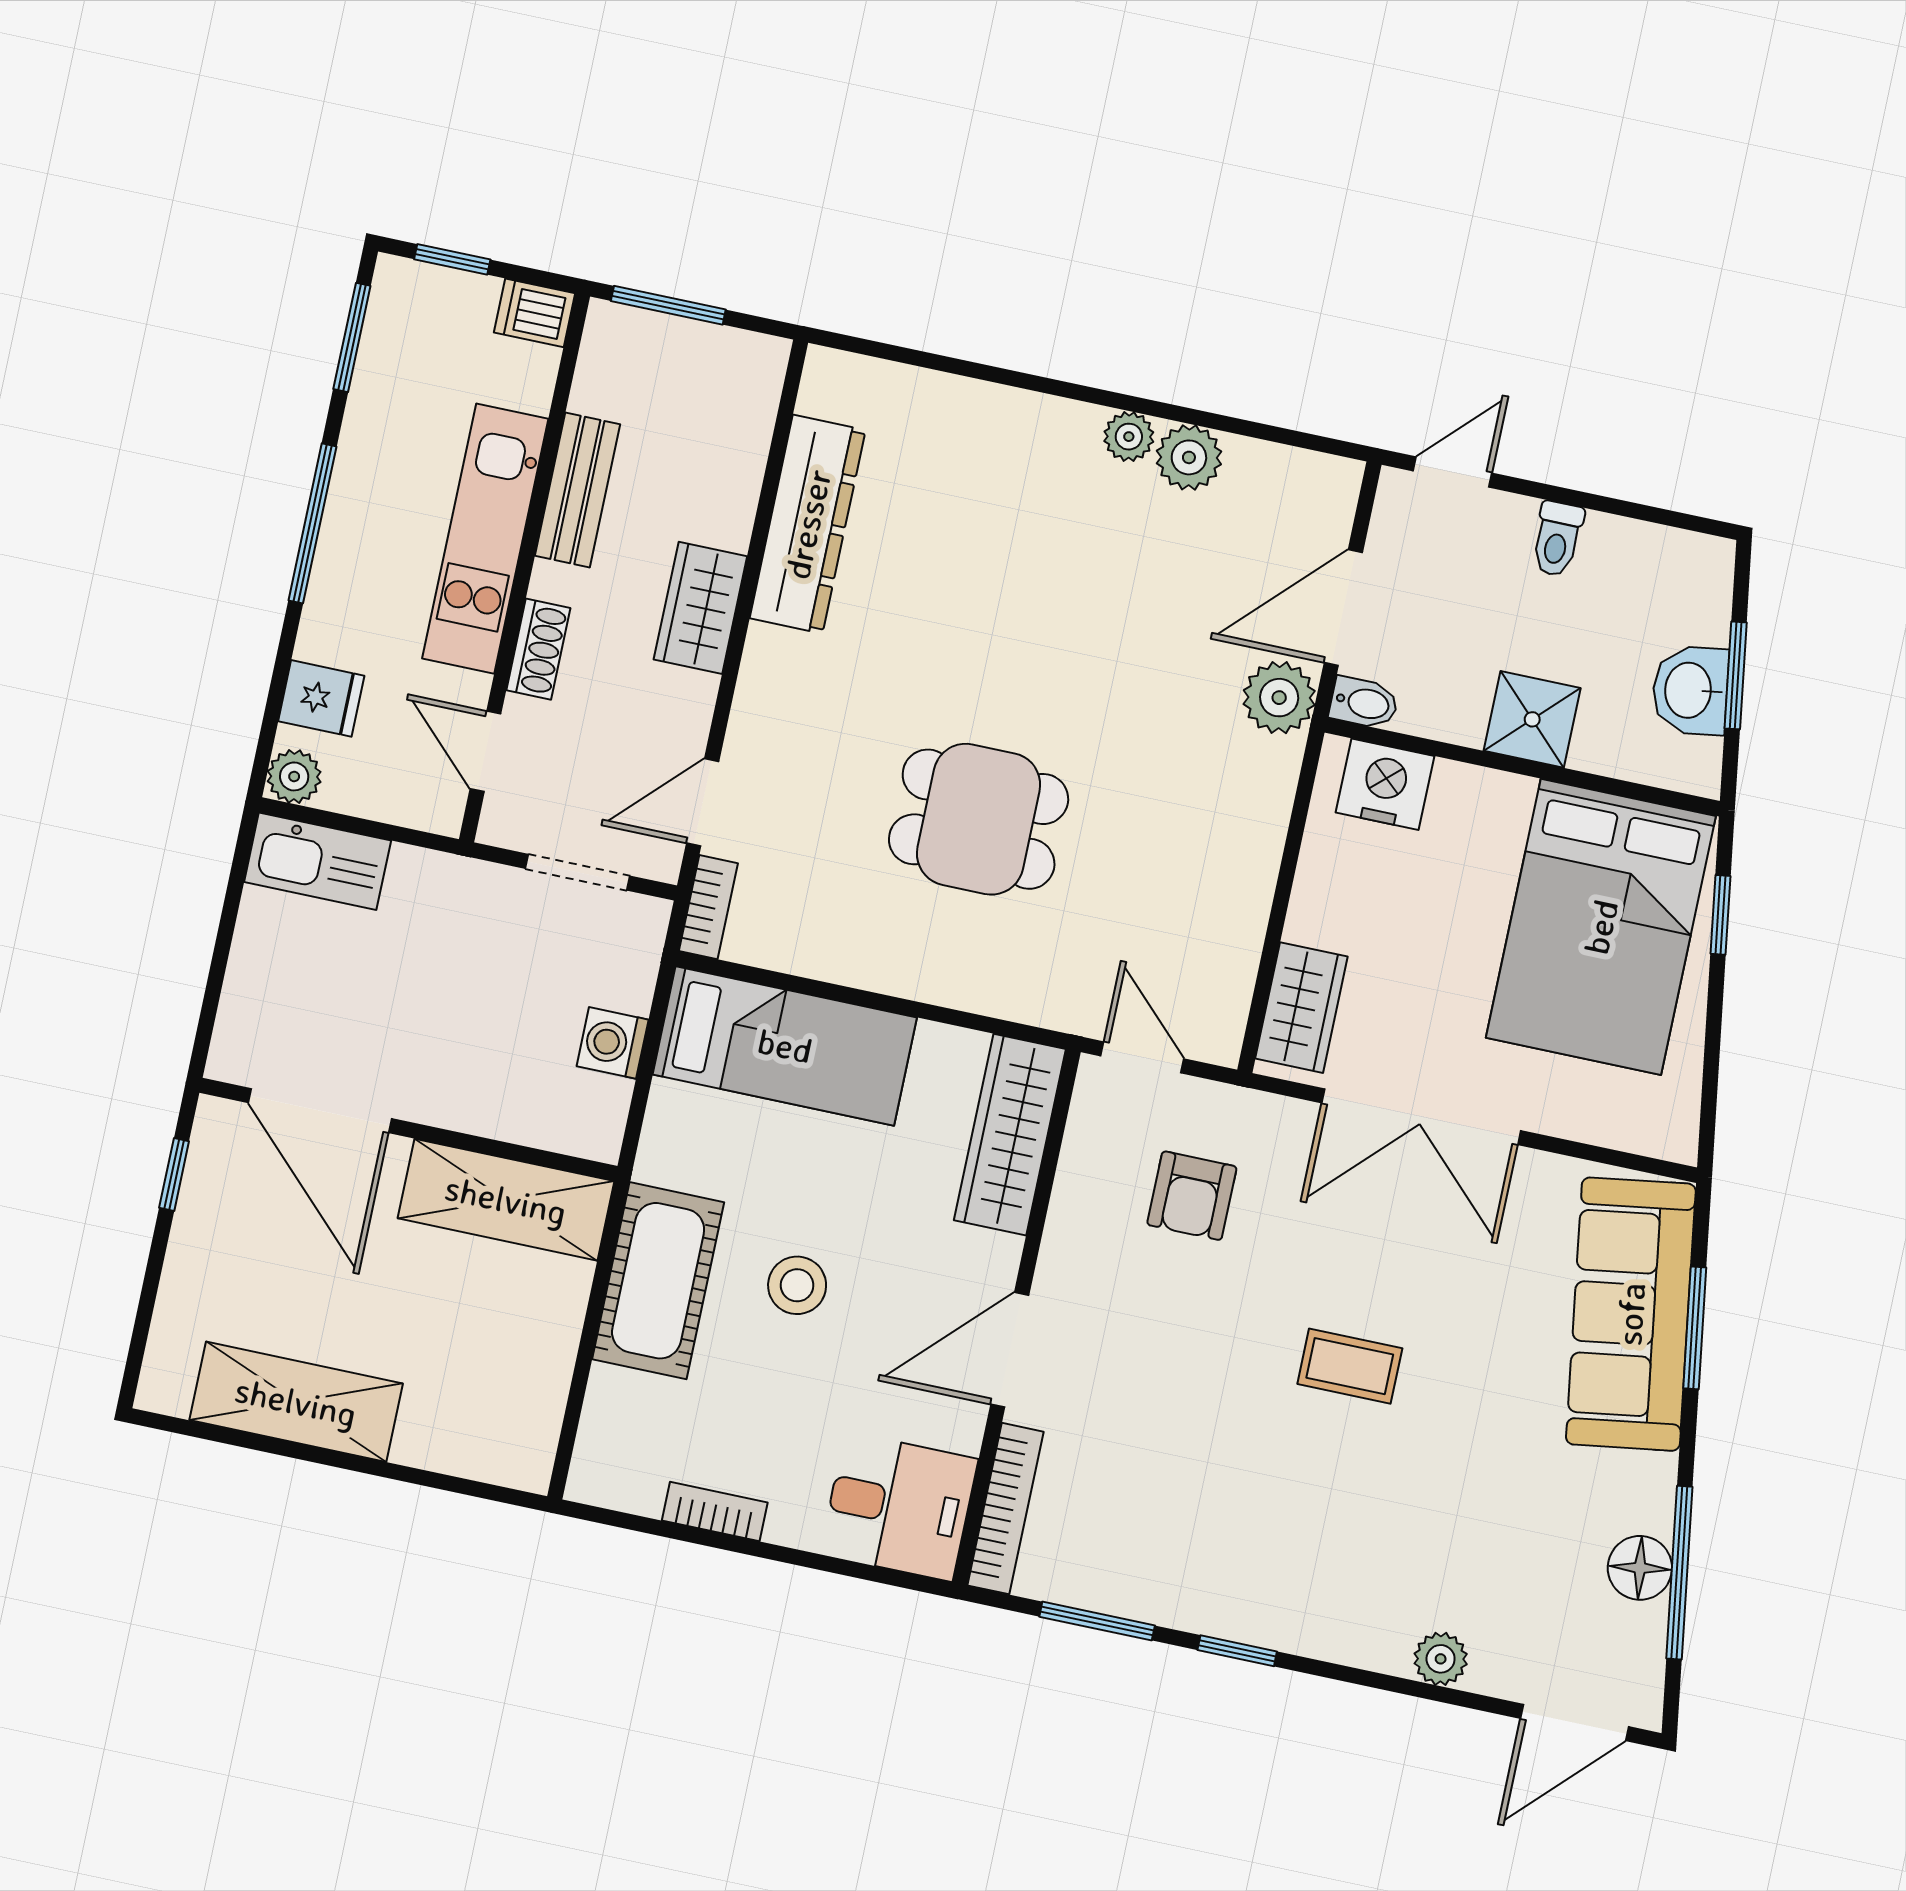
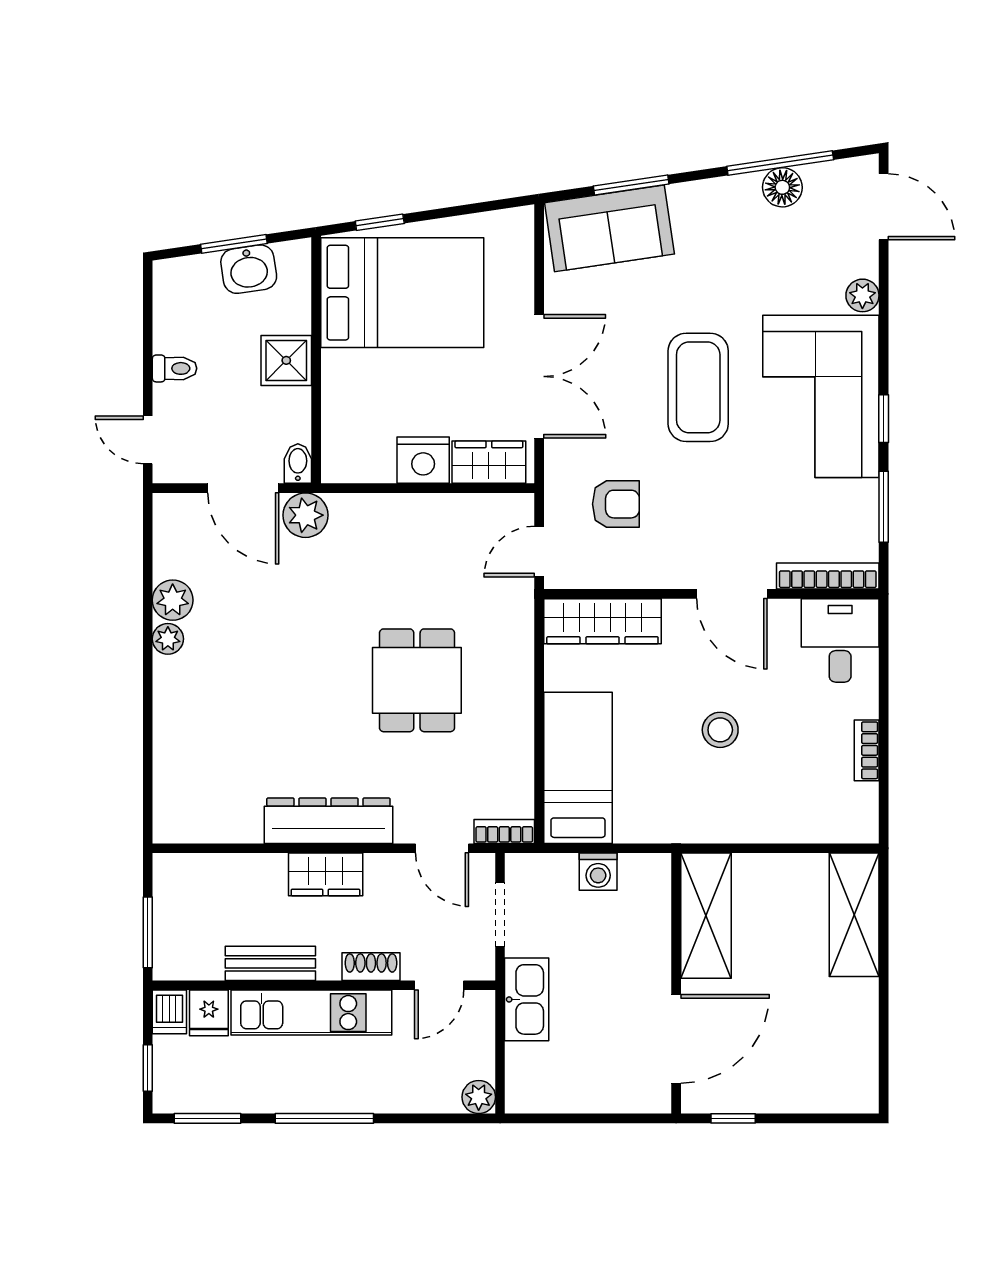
dresser: (808, 524) -> (328, 821), moved
fridge: (321, 698) -> (209, 1013), moved, turned 180
nightstand: (1385, 784) -> (423, 460), moved, turned -90
kitchen sink: (318, 861) -> (527, 999), moved
cot: (658, 1281) -> (735, 814), removed
sofa: (1631, 1314) -> (609, 228), width x0.73
coffee table: (1350, 1366) -> (698, 387), width x1.86, depth x1.72
shelving: (296, 1402) -> (854, 915), moved
corner sofa: (1294, 1558) -> (821, 396), added

